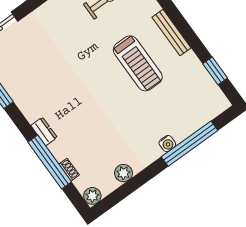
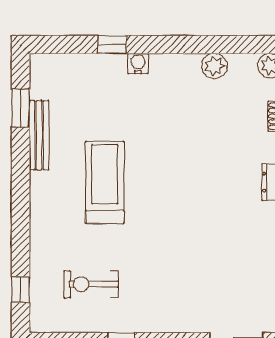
bench: (172, 33) -> (39, 135), moved
window: (190, 144) -> (112, 45), width x0.32

